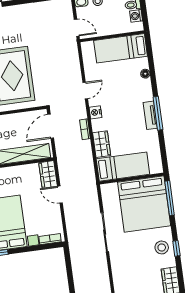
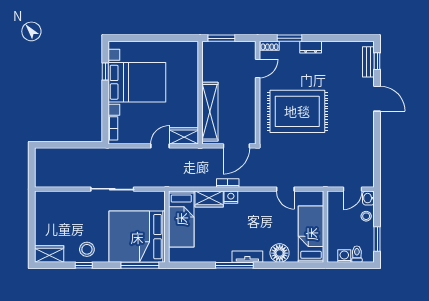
door: (77, 28) -> (352, 189), moved
floor lamp: (145, 74) -> (280, 253), width x1.89, depth x1.89
door: (85, 91) -> (285, 189), moved
nightstand: (95, 112) -> (231, 197), moved
tv unit: (150, 115) -> (247, 257), moved
door: (51, 126) -> (236, 146), swing flipped

